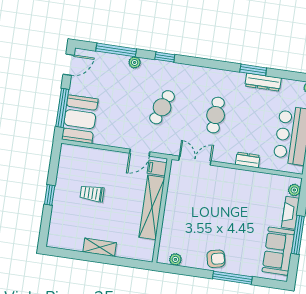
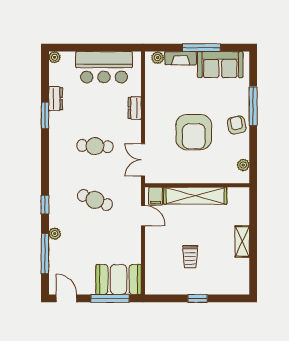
dresser: (263, 82) -> (56, 99), width x0.70
armchair: (215, 215) -> (194, 132), added

